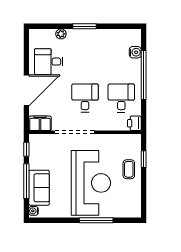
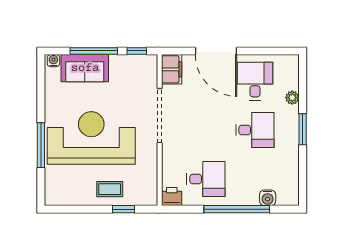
desk: (85, 98) -> (255, 130), moved
reception desk: (91, 183) -> (91, 138), turned 180

